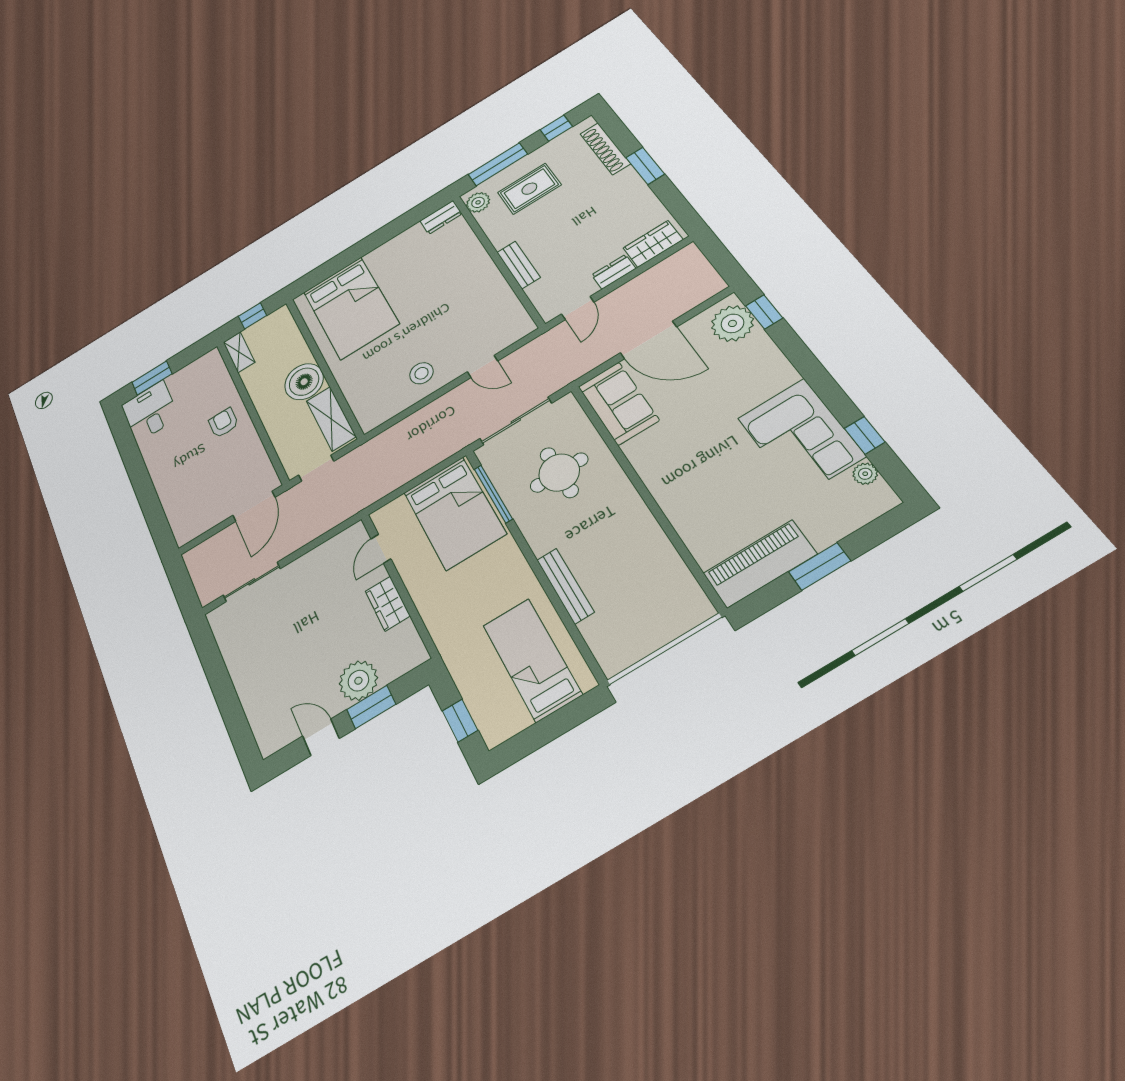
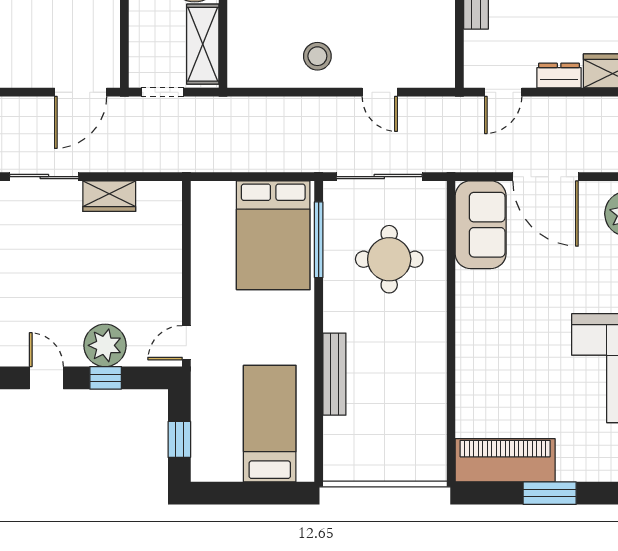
door: (381, 549) -> (186, 343), moved
wardrobe: (388, 604) -> (109, 196), moved, turned -90
window: (371, 707) -> (106, 378), width x0.67

